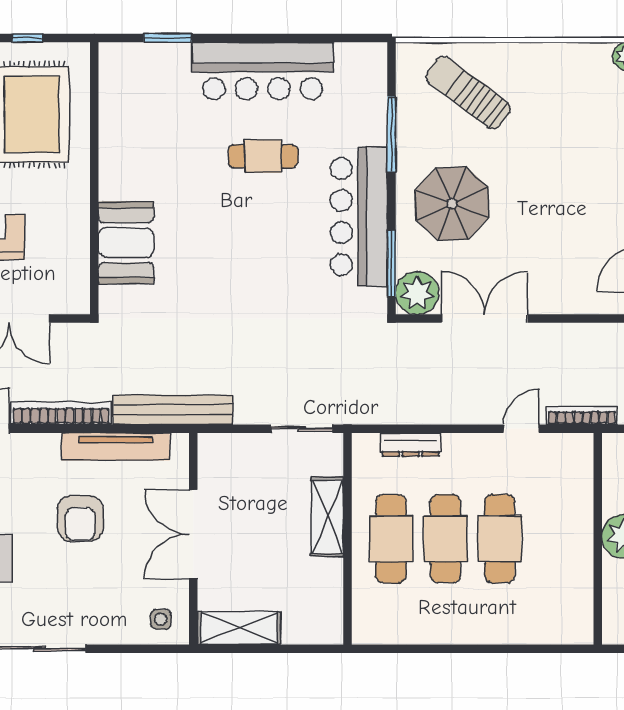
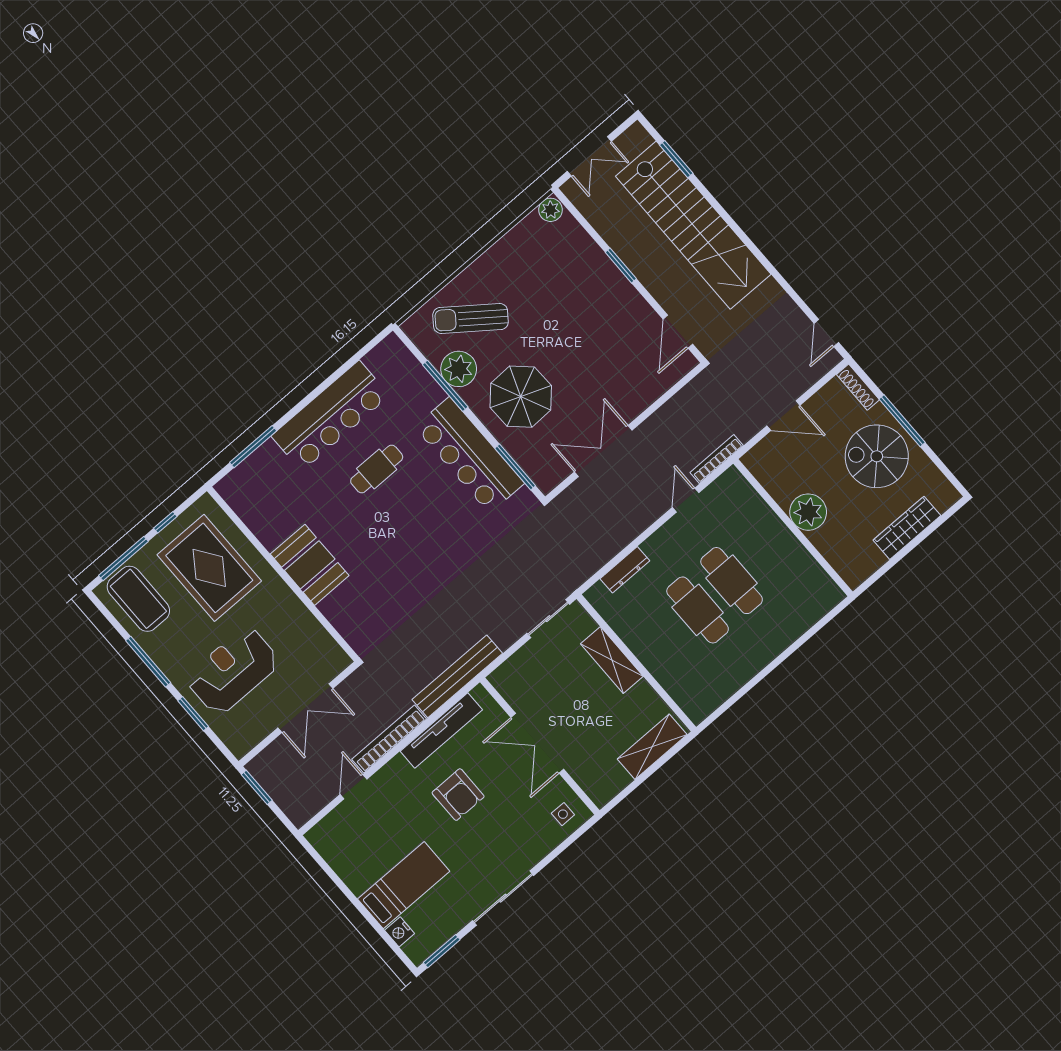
window: (168, 38) -> (253, 447), width x1.44
booth: (126, 243) -> (310, 565), moved
plant: (417, 293) -> (459, 369), moved
cafe table: (391, 539) -> (664, 639), removed
shelving: (239, 628) -> (652, 747), moved

